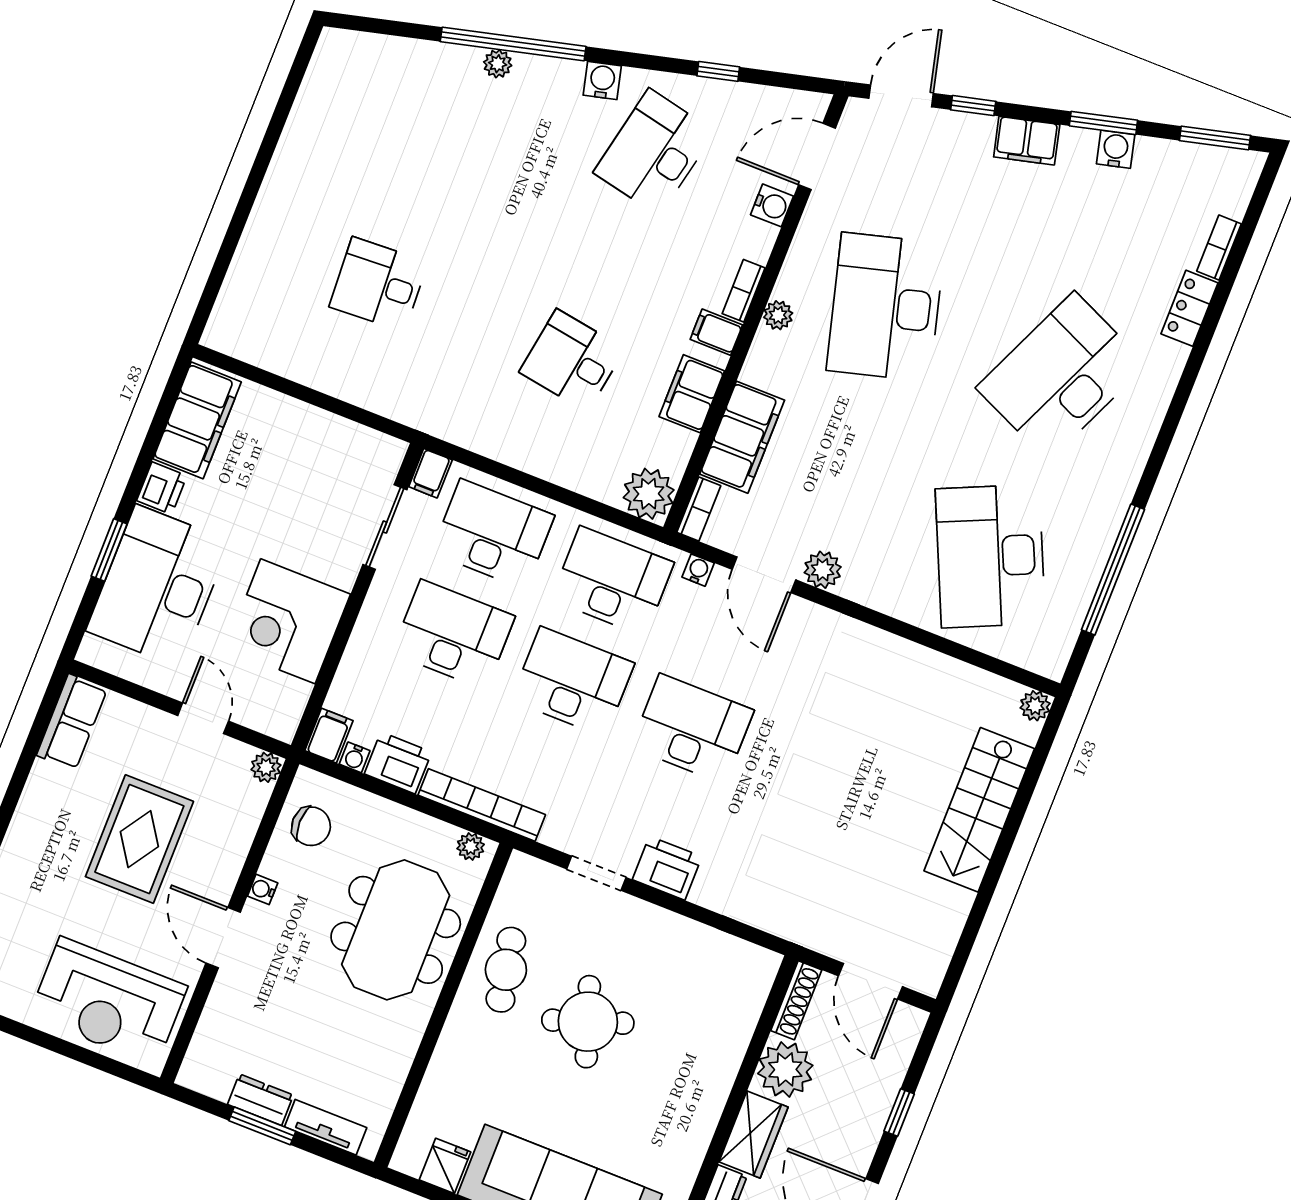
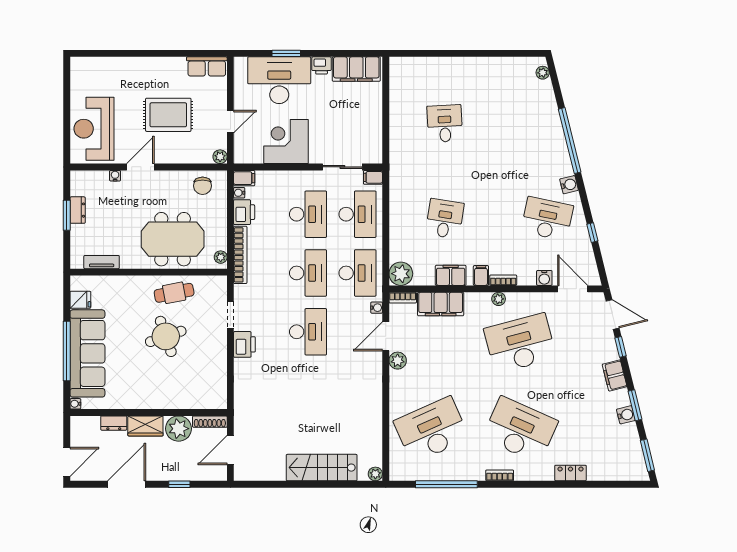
plant: (498, 64) -> (543, 73), moved
bookcase: (1219, 247) -> (500, 475), moved
water cooler: (263, 889) -> (115, 176), moved
tv unit: (326, 1127) -> (102, 262), moved, turned -90

